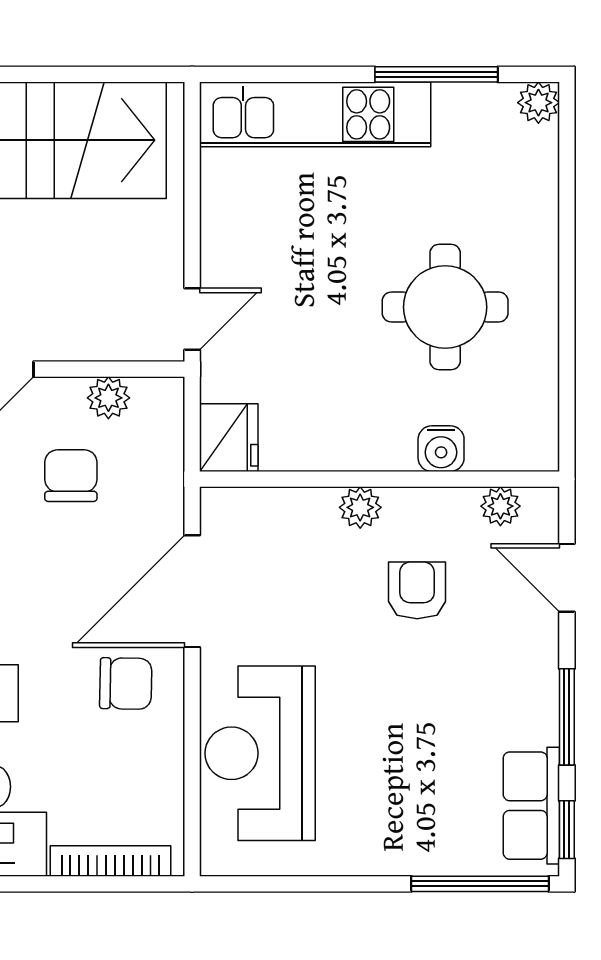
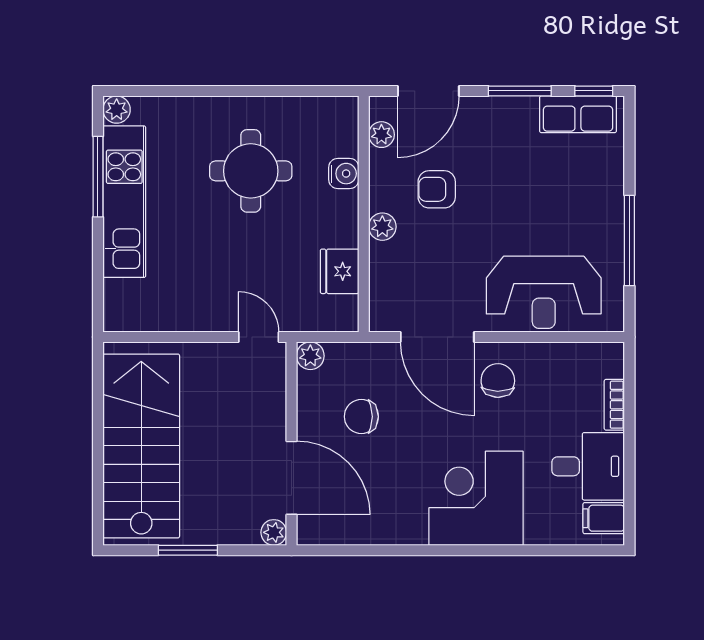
kitchen unit: (315, 114) -> (124, 202), moved
plant: (108, 398) -> (310, 356), moved
fridge: (229, 438) -> (340, 271), moved, turned -90
door: (567, 578) -> (428, 91), width x1.38
bookcase: (110, 861) -> (614, 405), width x0.64
window: (480, 884) -> (629, 241), moved

